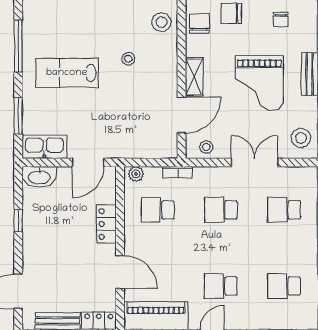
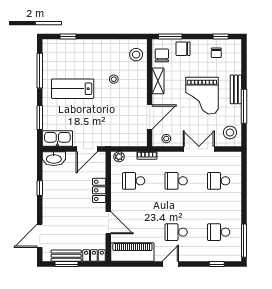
shelving: (194, 77) -> (158, 81), moved

